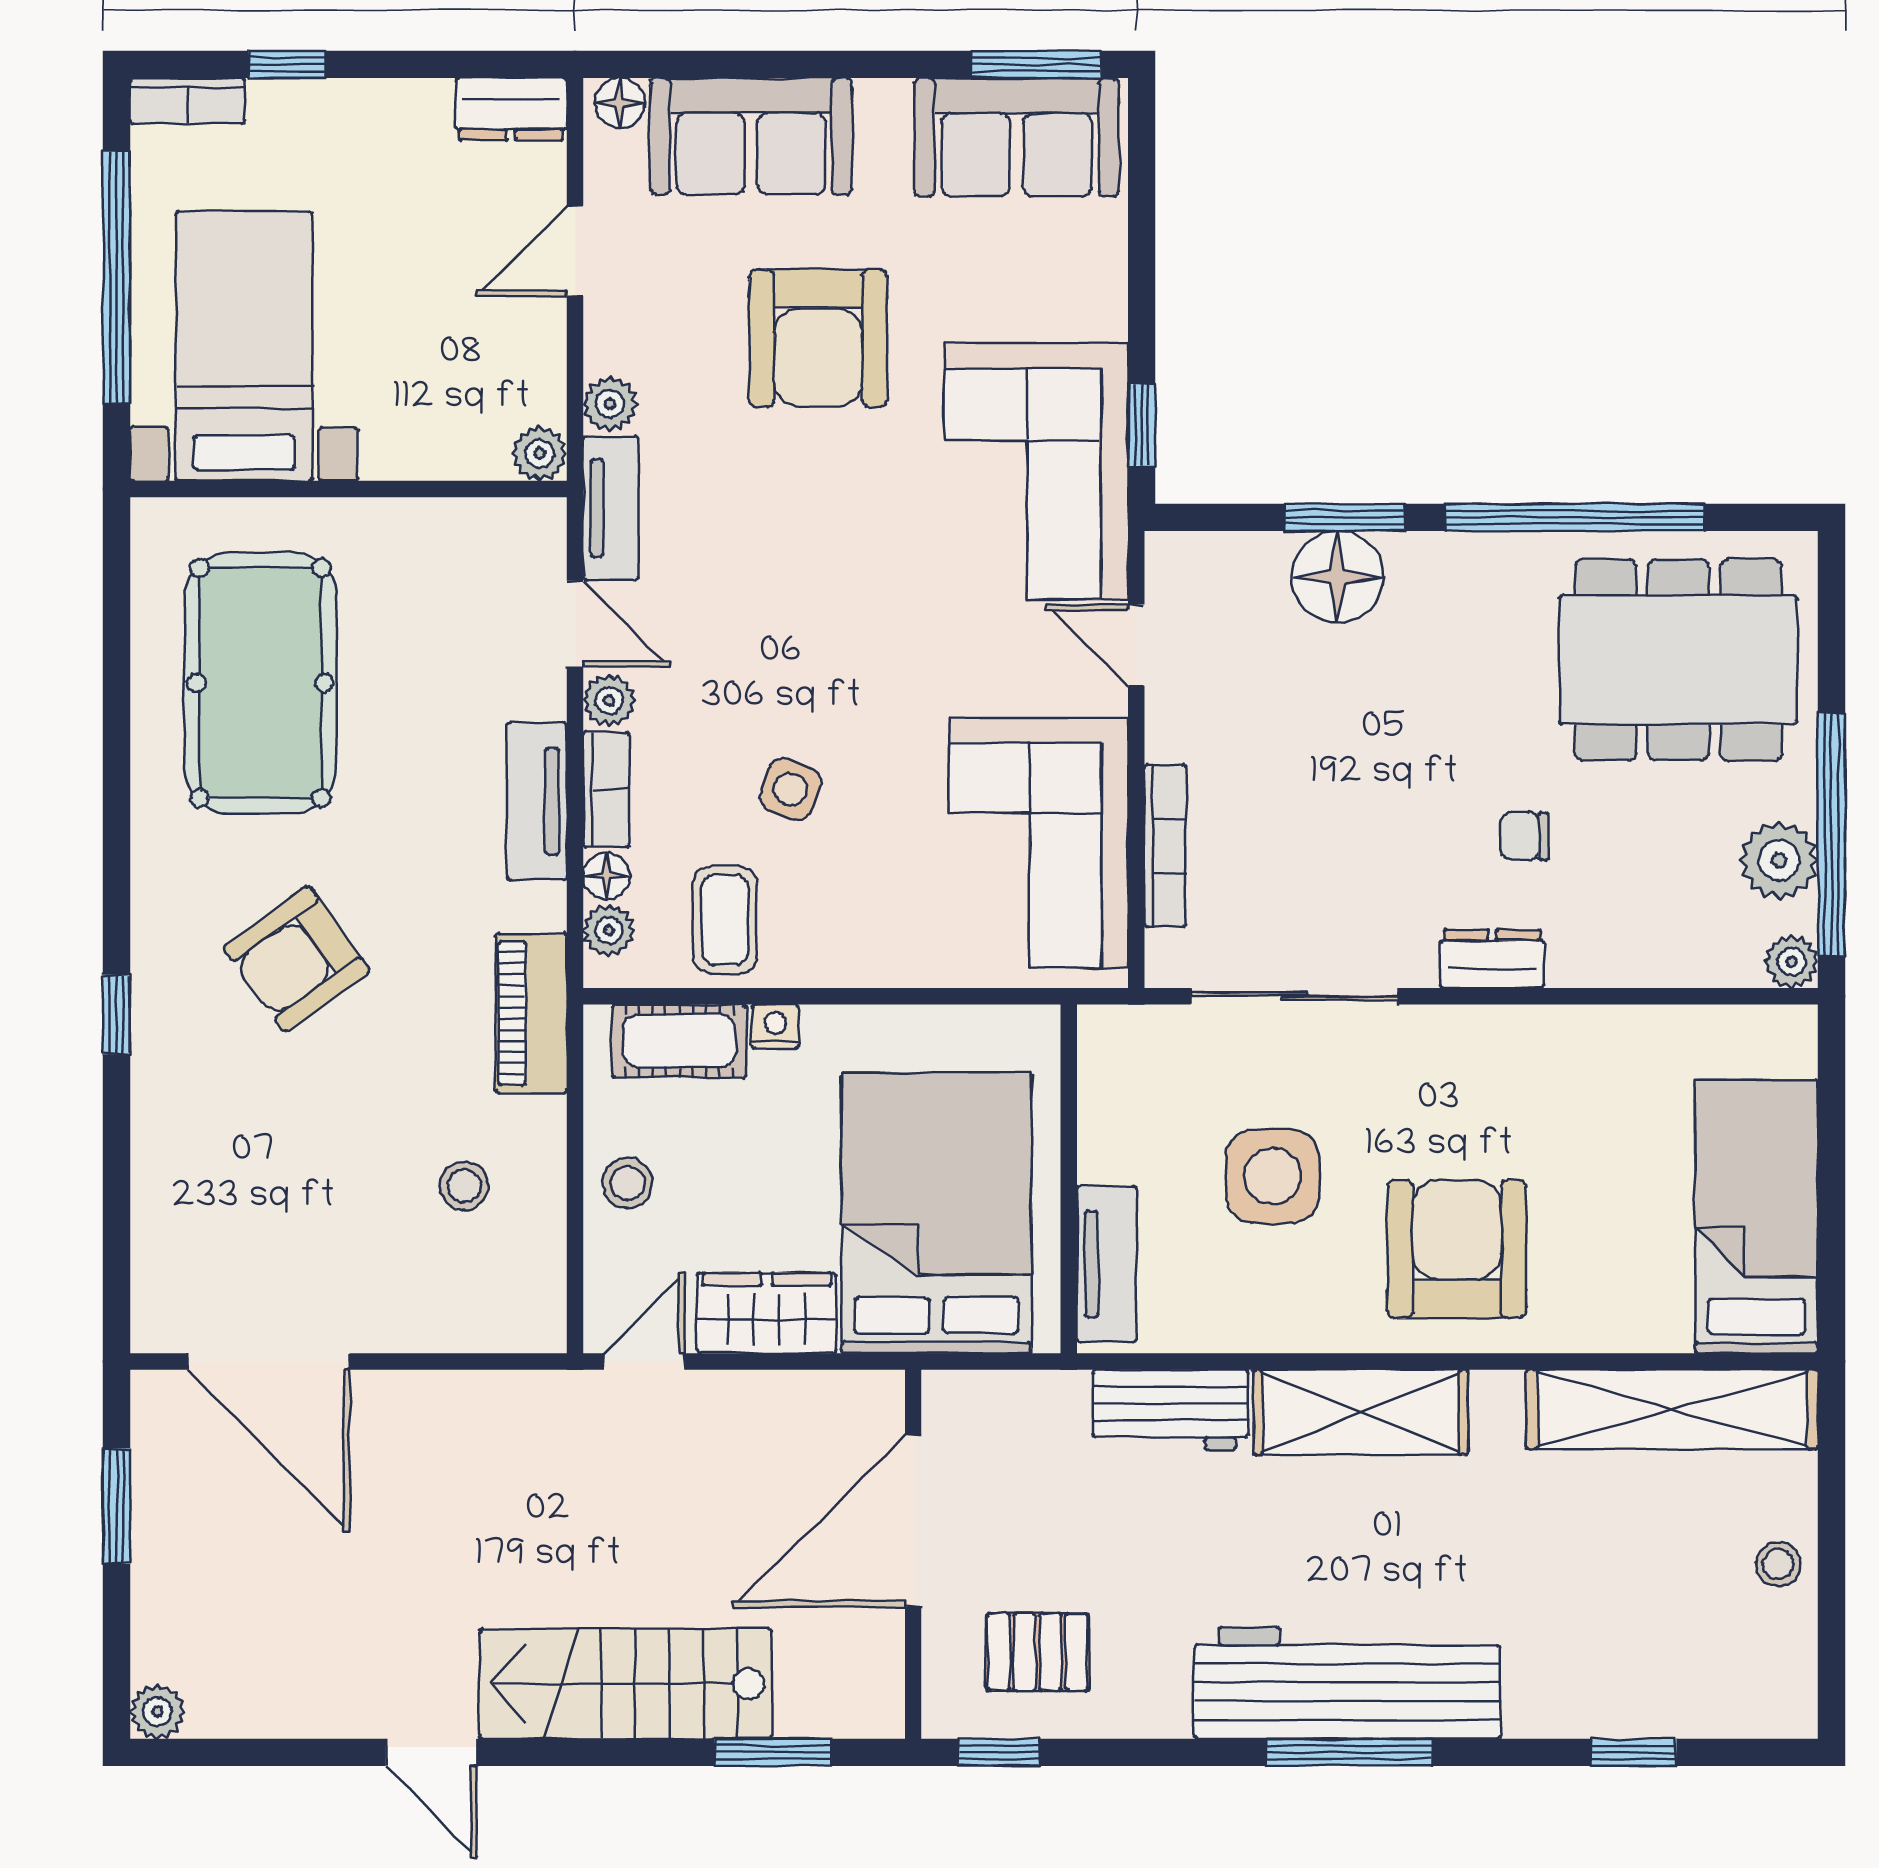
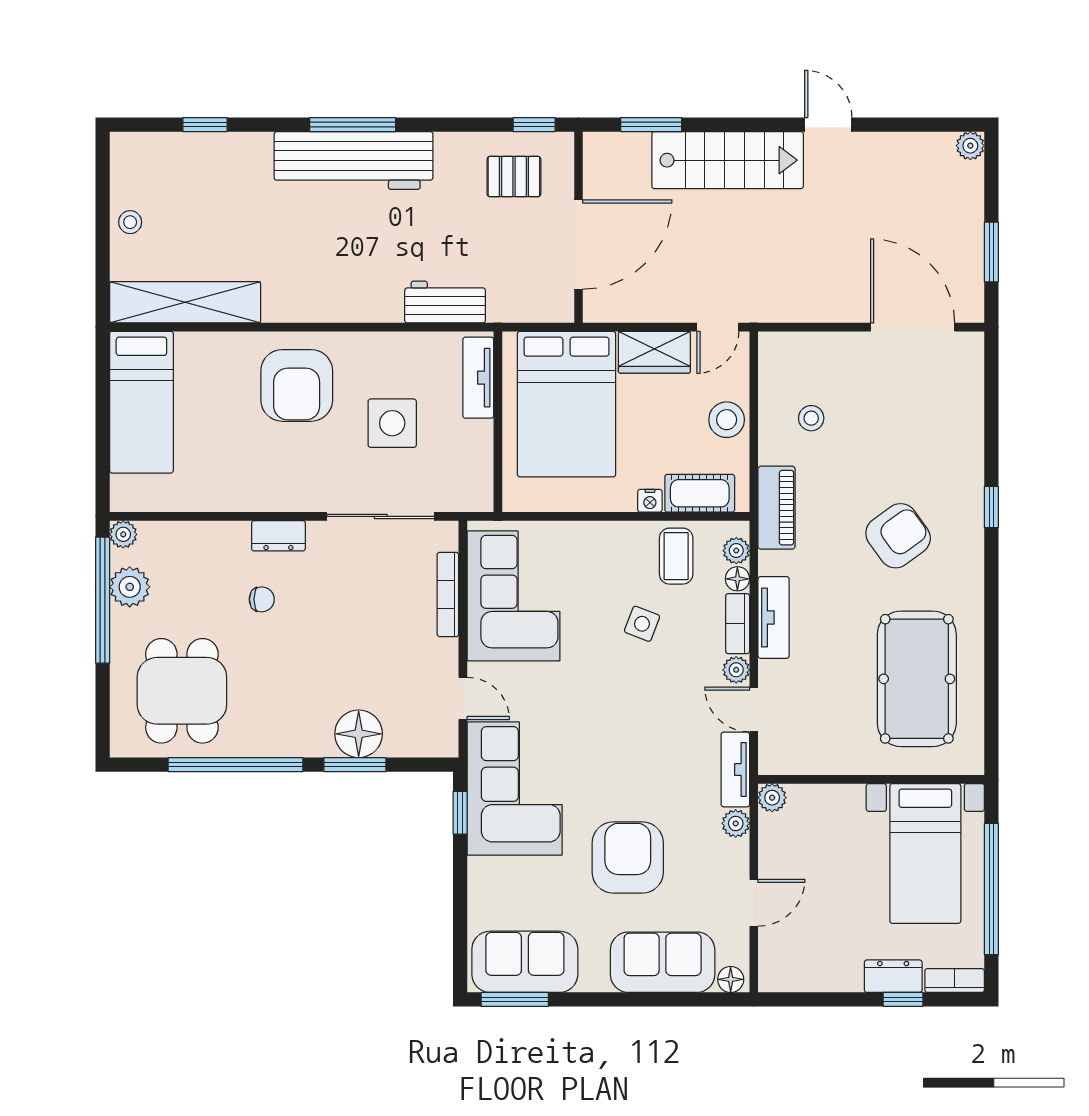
dresser: (511, 109) -> (893, 976), moved
dining table: (1678, 660) -> (182, 691), width x0.73
stool: (627, 1183) -> (727, 420), width x1.37, depth x1.37
shelving: (1361, 1412) -> (346, 301), removed

